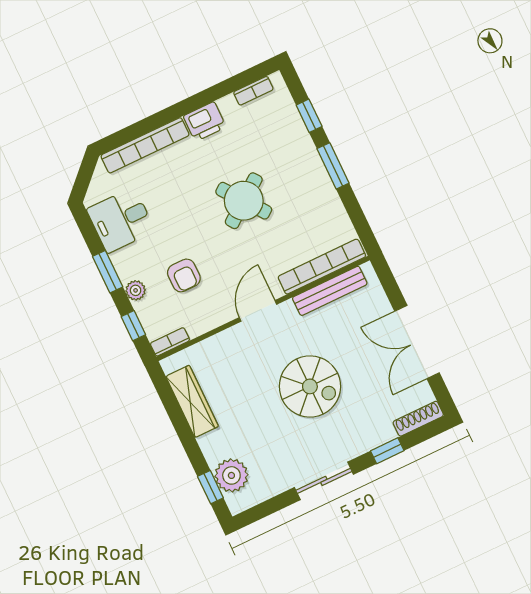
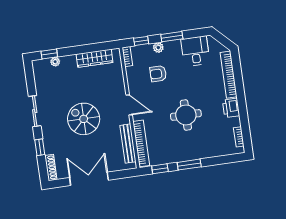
window: (309, 116) -> (160, 169), moved
round table: (244, 201) -> (186, 115), turned 37
spiral stairs: (310, 386) -> (84, 119), turned 90
plant: (231, 475) -> (55, 62), width x0.53, depth x0.53

